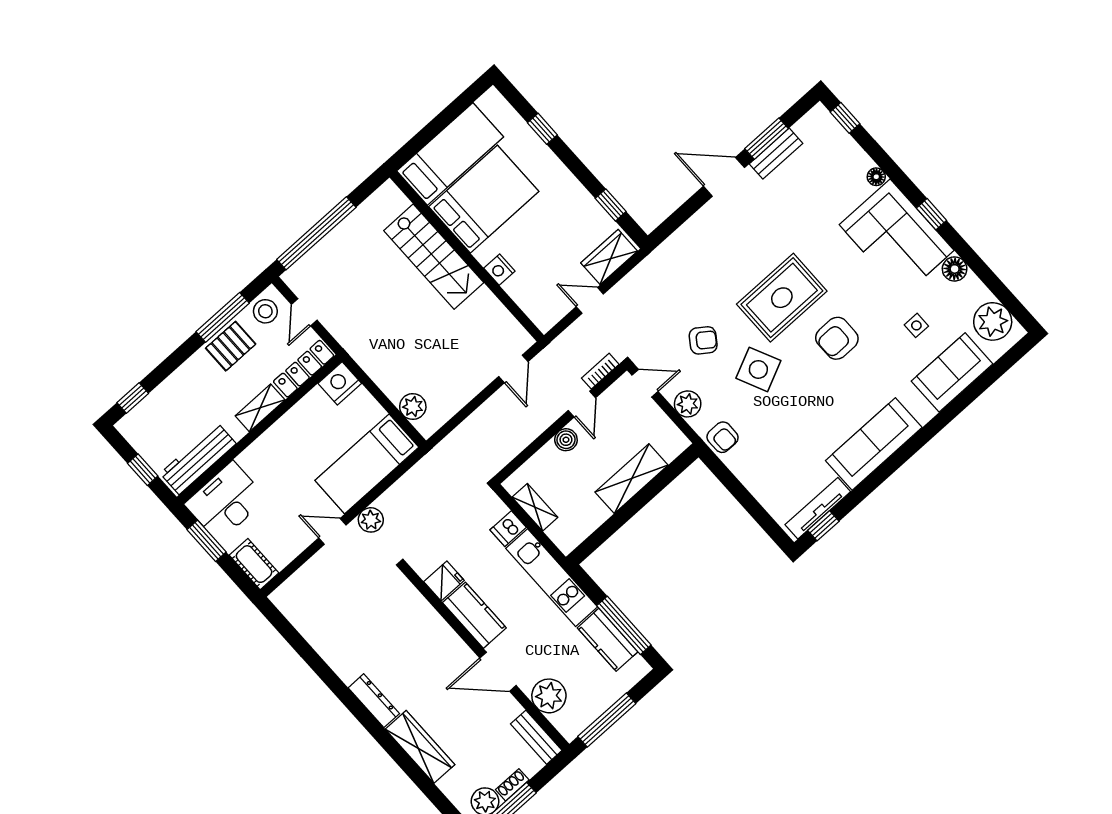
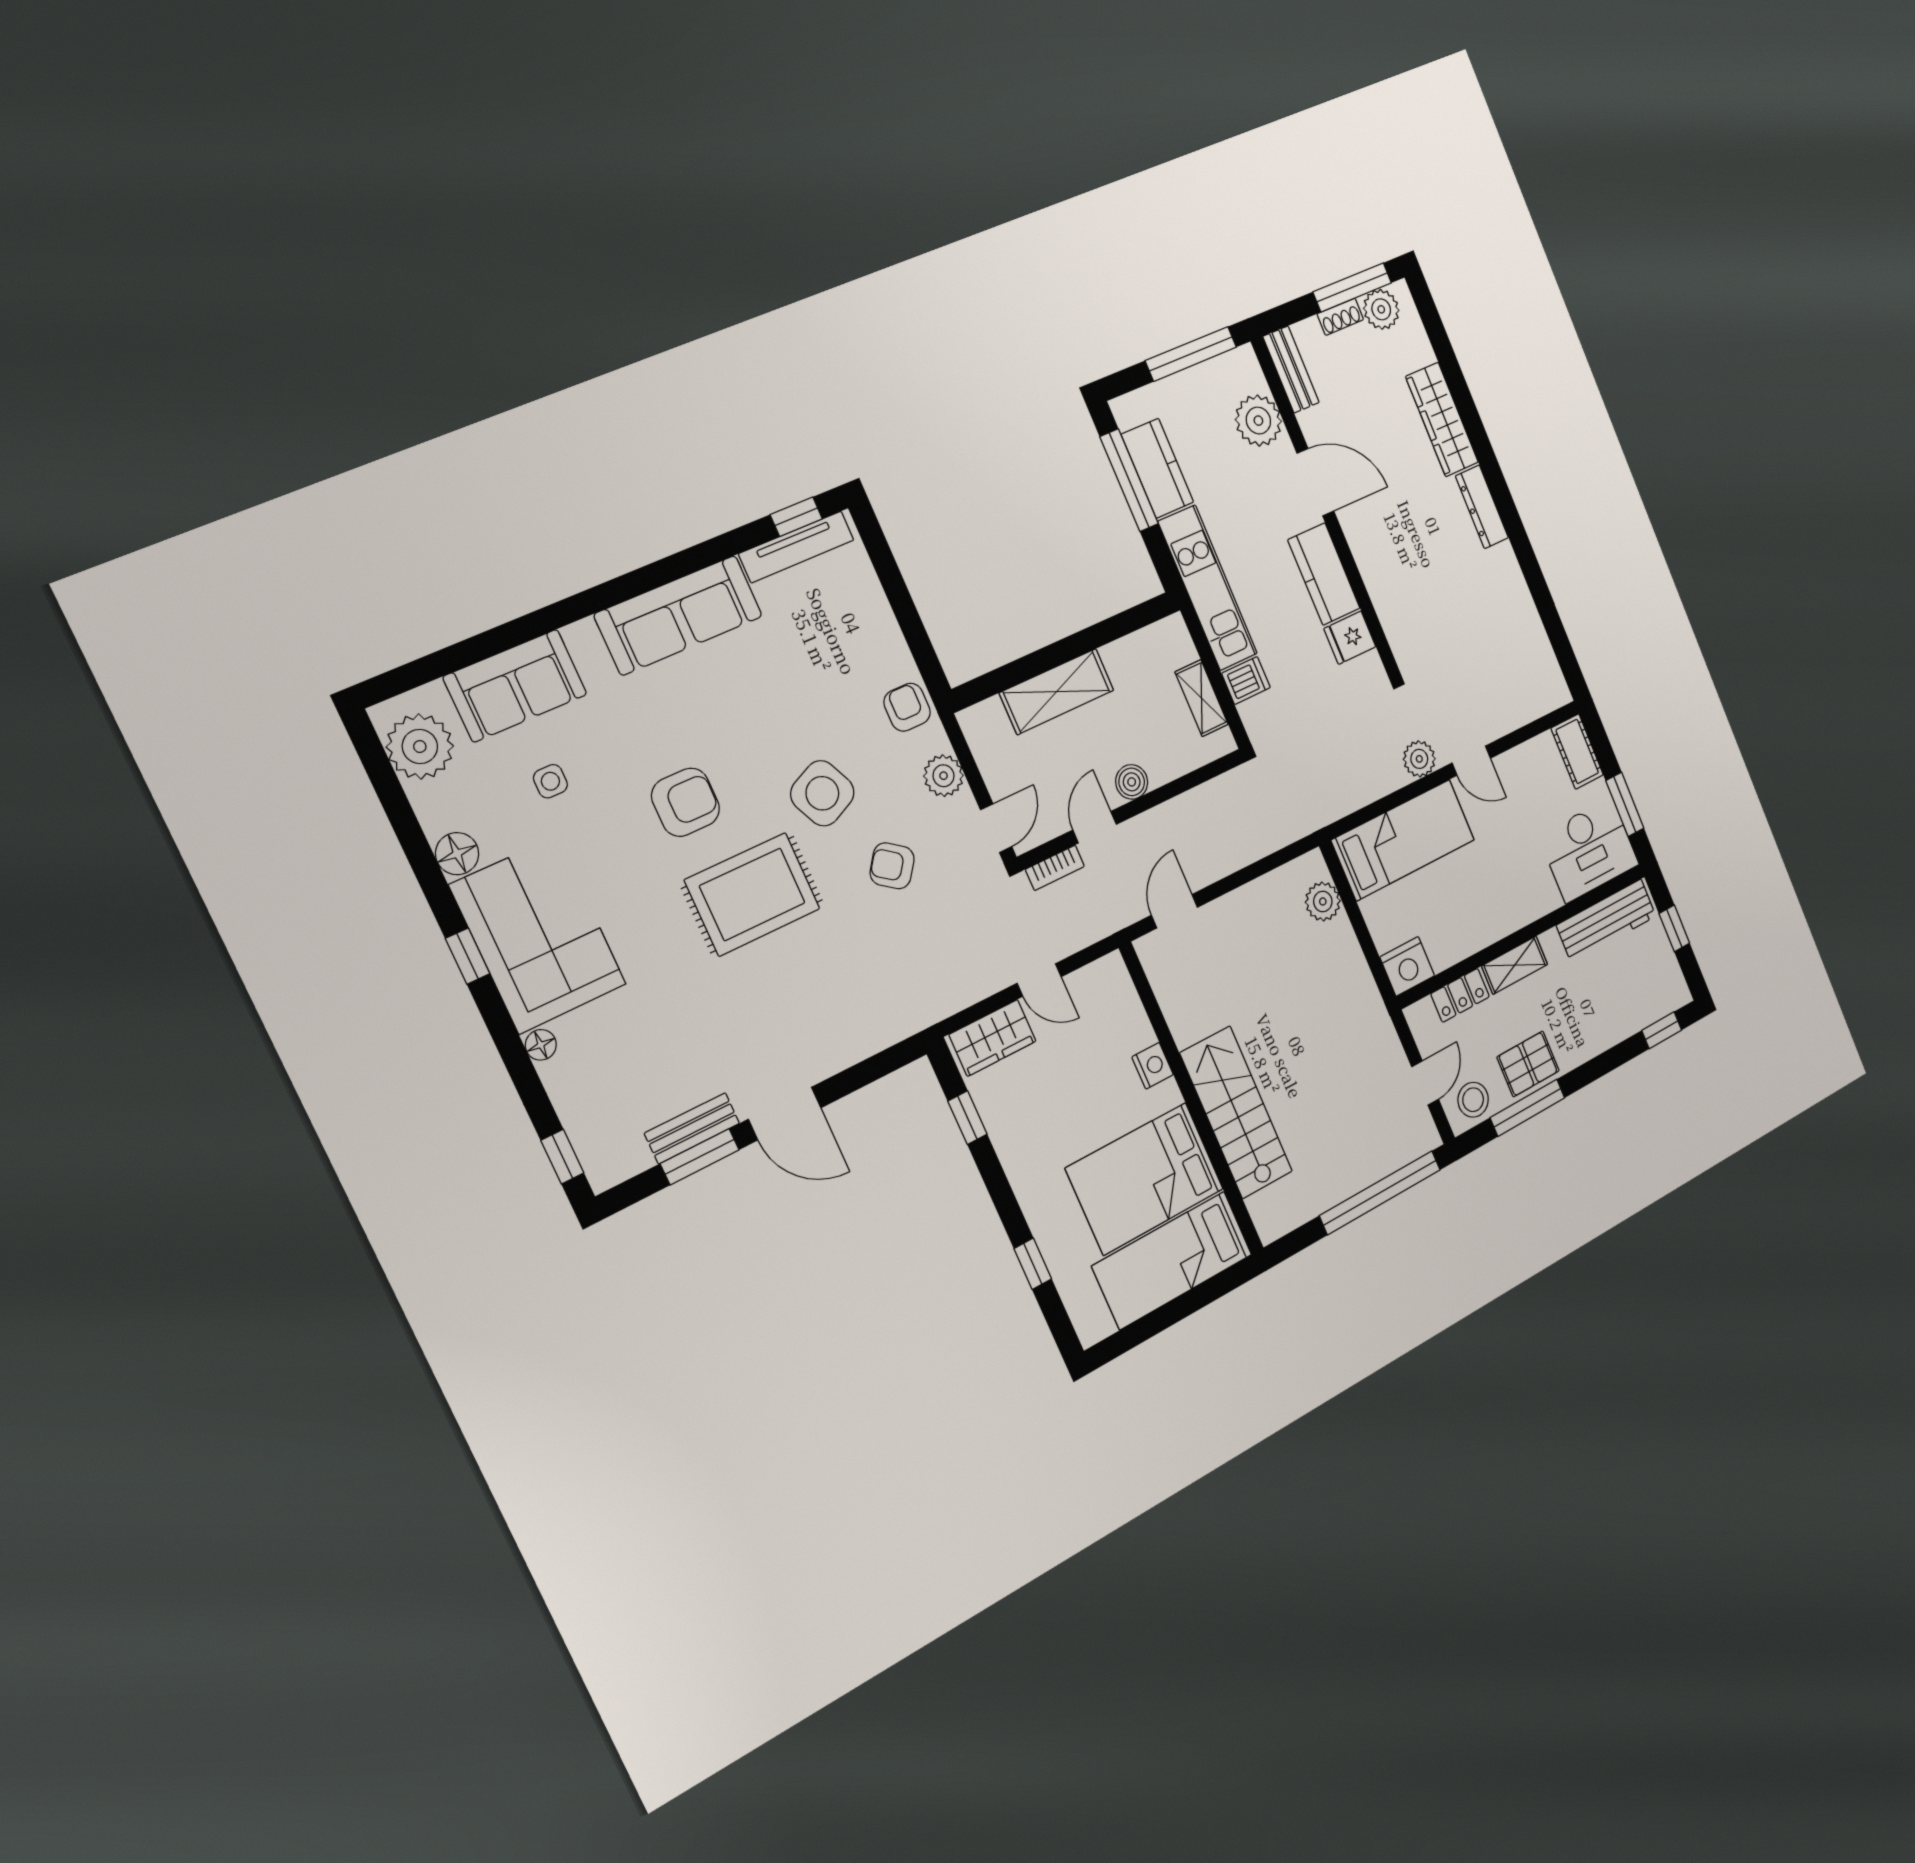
locker: (304, 369) -> (1460, 995), width x0.66
door: (645, 383) -> (996, 828), swing flipped

